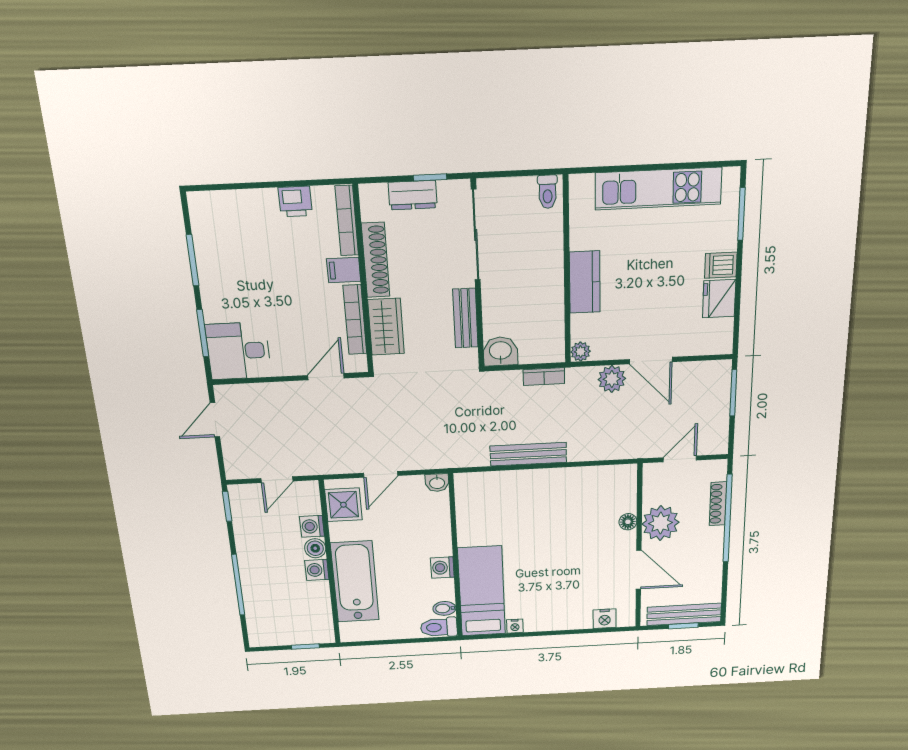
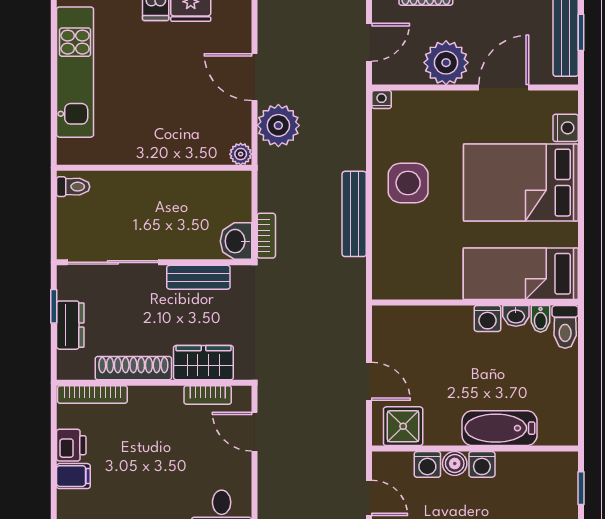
filing cabinet: (344, 270) -> (73, 476), moved, turned -90
kitchen counter: (585, 282) -> (166, 149), removed
bookcase: (355, 320) -> (208, 395), width x0.64
door: (651, 361) -> (254, 77), swing flipped
bookcase: (544, 377) -> (266, 236), moved
plant: (612, 379) -> (278, 125), width x1.36, depth x1.36
door: (680, 459) -> (369, 42), swing flipped
washbasin: (437, 483) -> (516, 316), moved, turned 90
side table: (557, 498) -> (408, 183), added
floor lamp: (628, 522) -> (442, 101), removed
bathtub: (355, 582) -> (500, 428), width x0.73, depth x0.73
bed: (559, 587) -> (521, 183), added
nightstand: (515, 626) -> (382, 100), moved, turned -90

